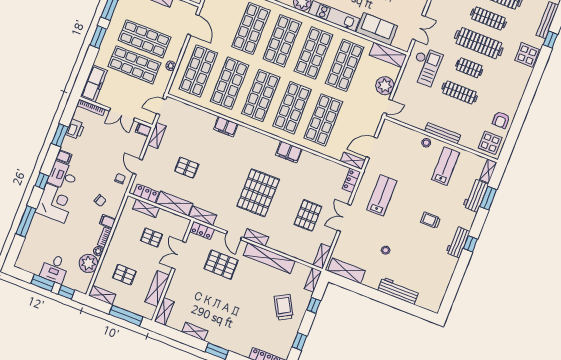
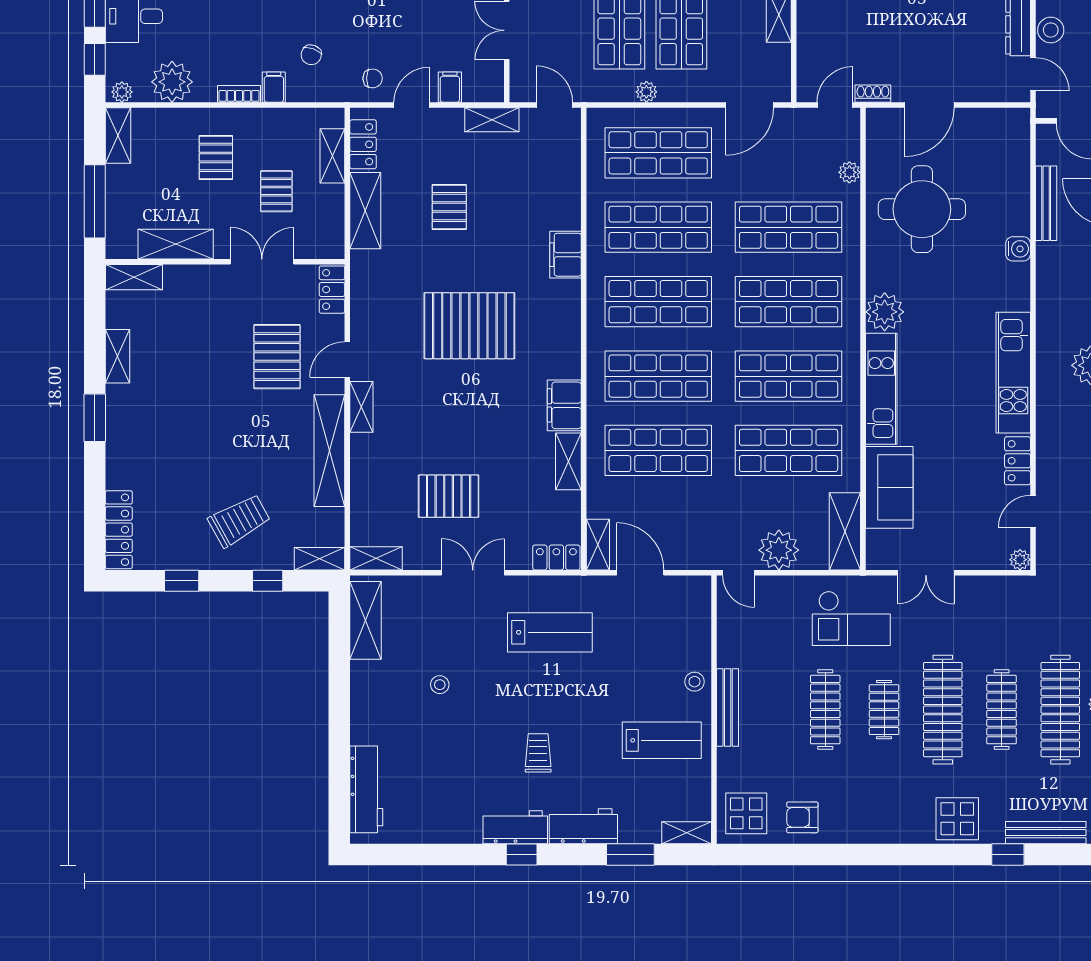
filing cabinet: (143, 130) -> (450, 87), moved
pallet: (258, 193) -> (469, 326), moved
workbench: (476, 195) -> (583, 826), moved
shelving: (203, 216) -> (568, 461), moved
plant: (98, 251) -> (122, 92), moved
pallet: (124, 275) -> (216, 157), moved
workbench: (398, 291) -> (366, 789), moved

